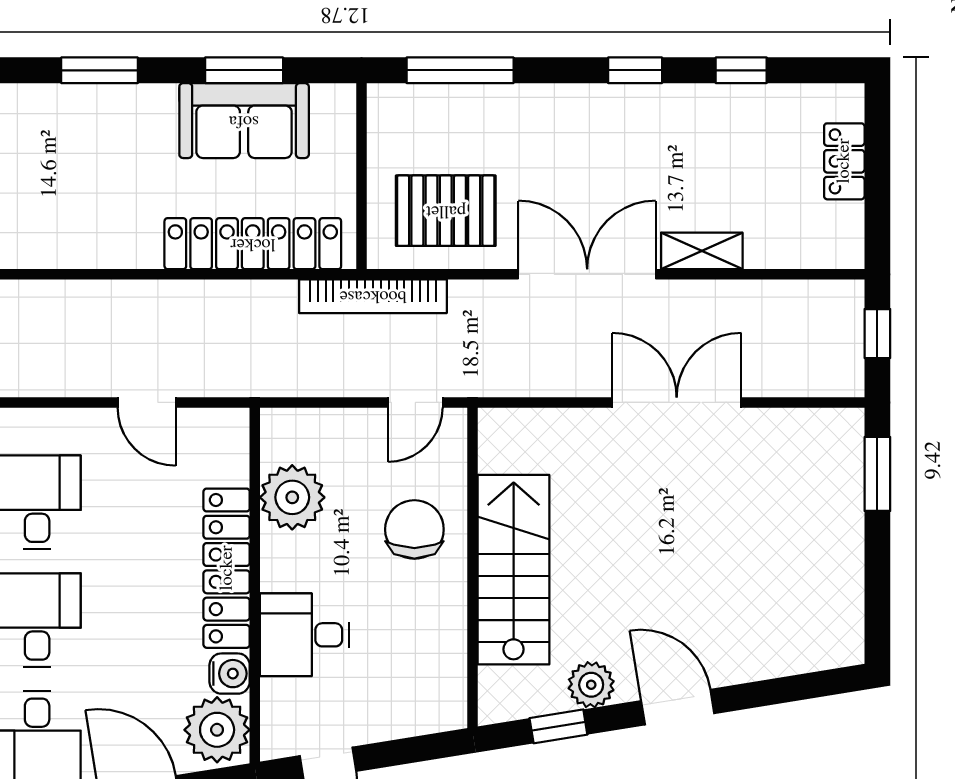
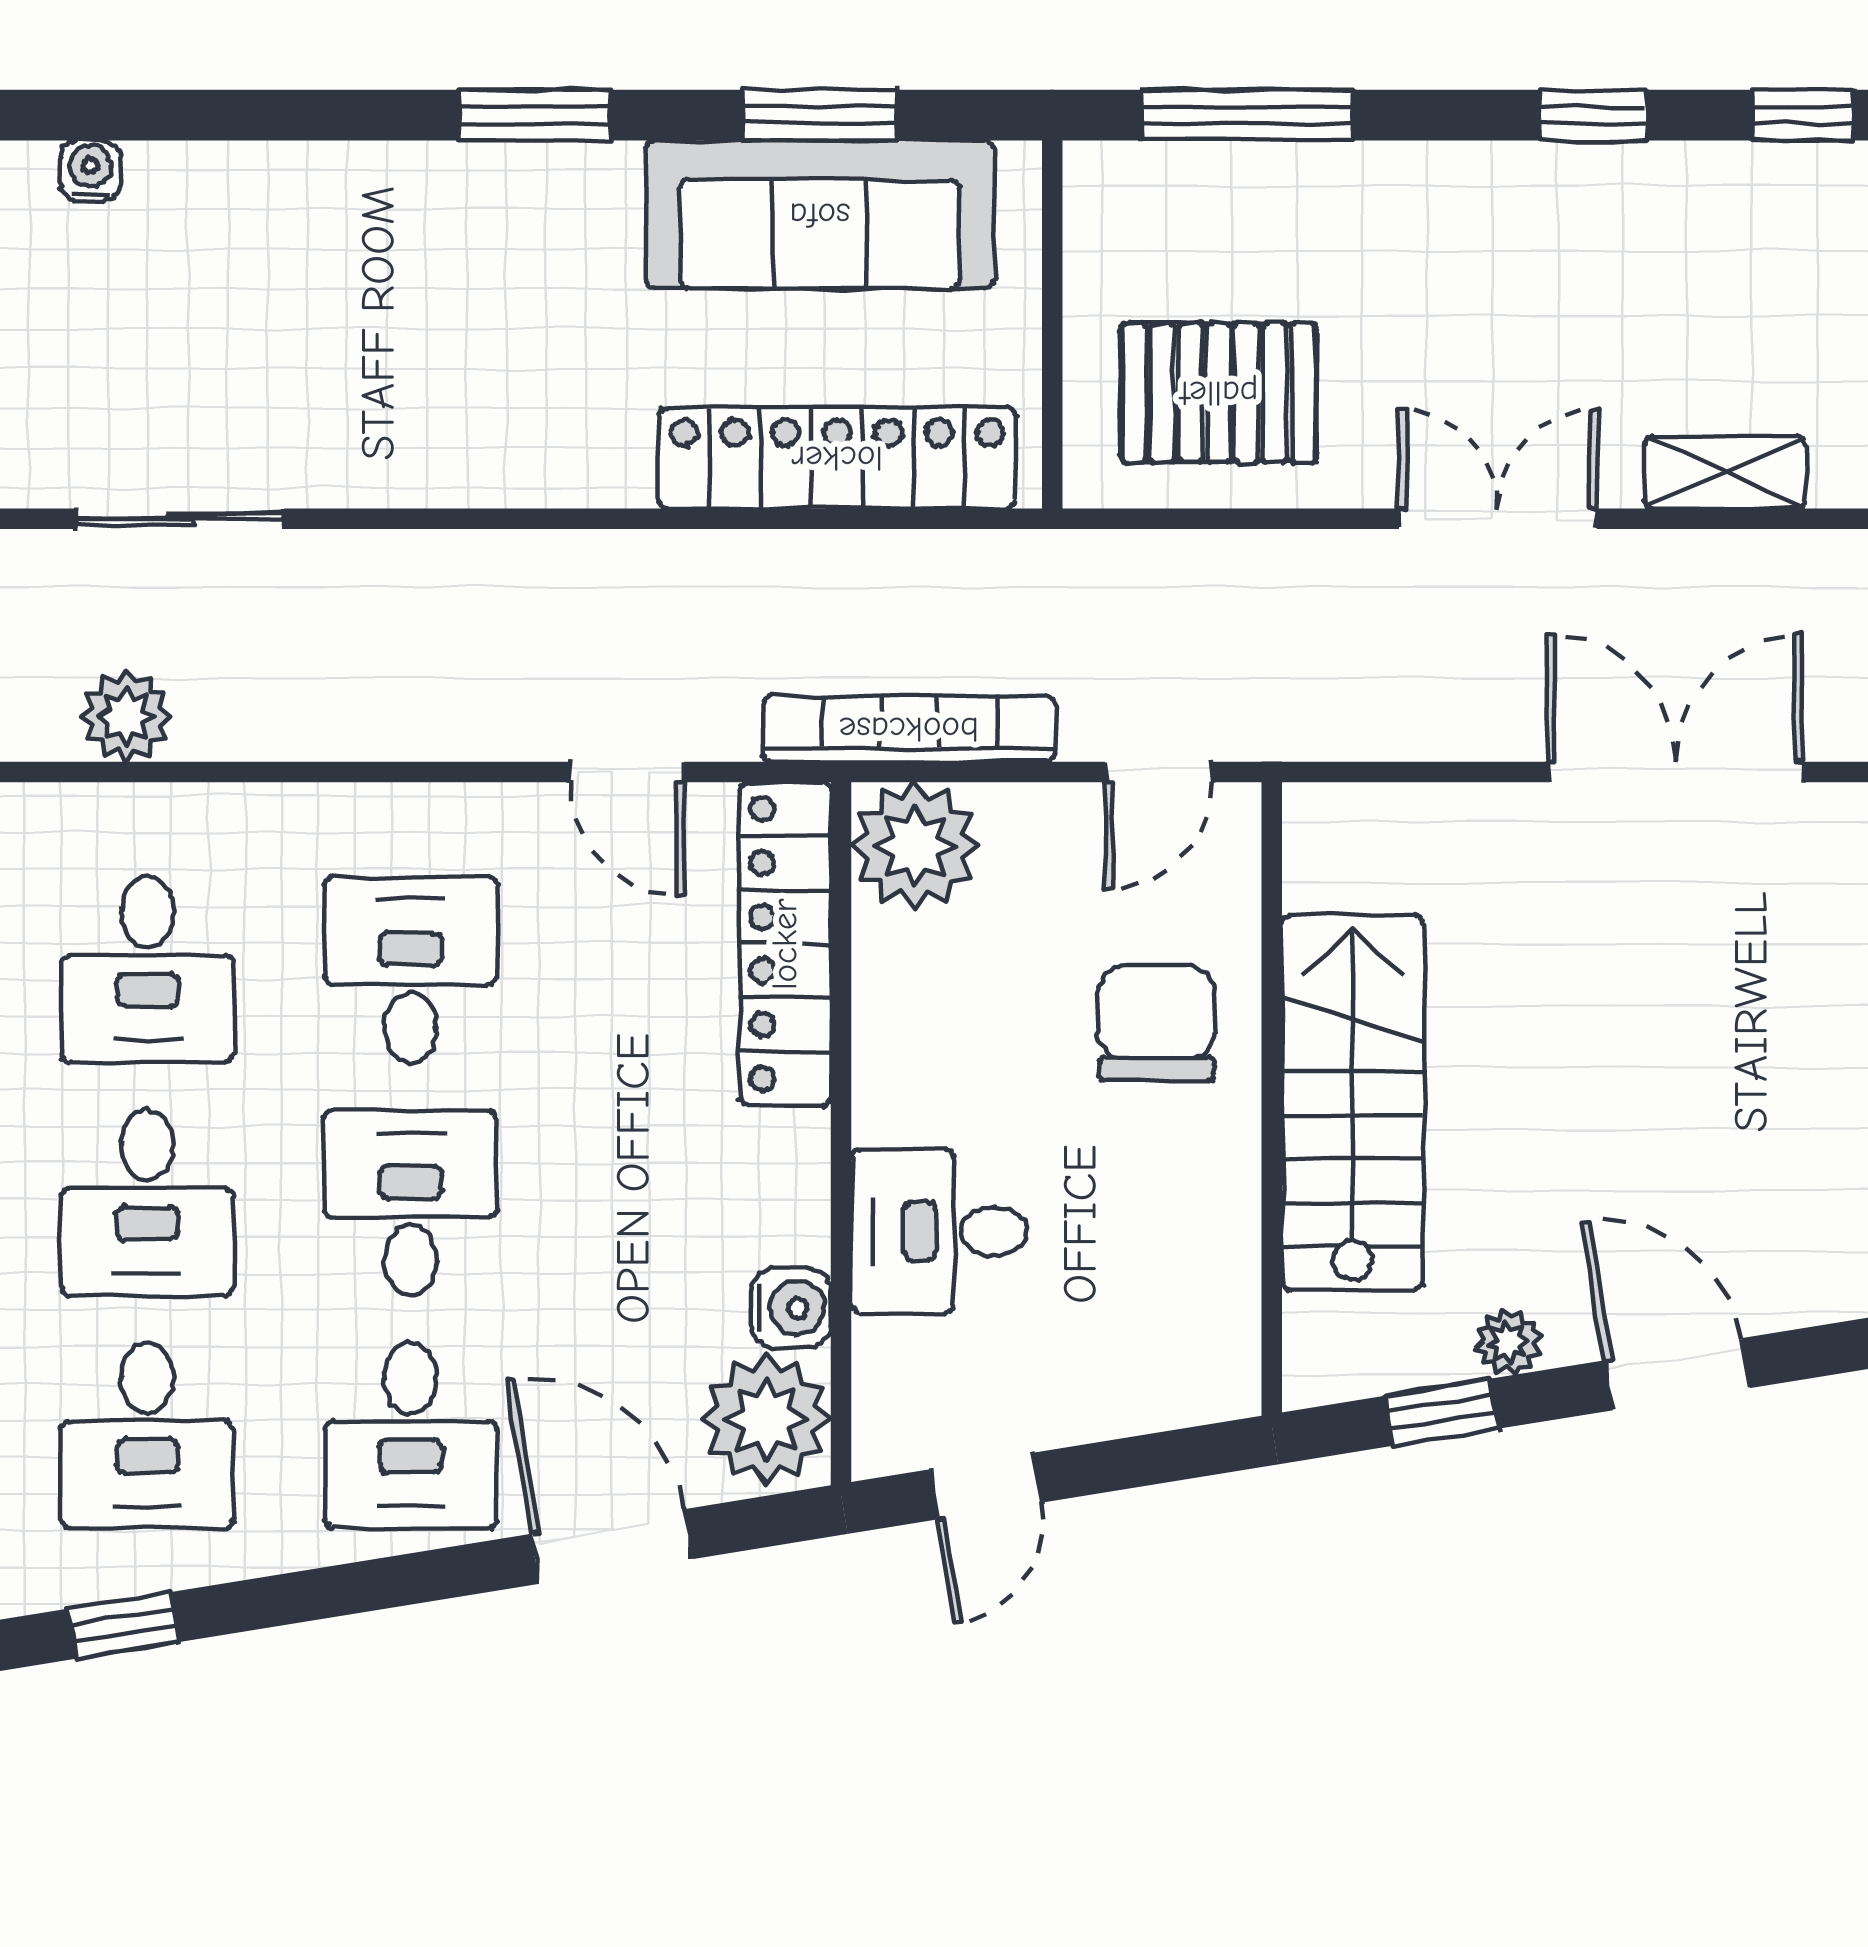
sofa: (244, 121) -> (820, 215), width x1.36
double door: (587, 274) -> (1498, 519), width x0.73
bookcase: (373, 296) -> (909, 729), moved, turned 180
plant: (292, 497) -> (915, 846), moved
locker: (227, 568) -> (785, 944), moved
plant: (591, 685) -> (1508, 1342), width x0.73, depth x0.73

